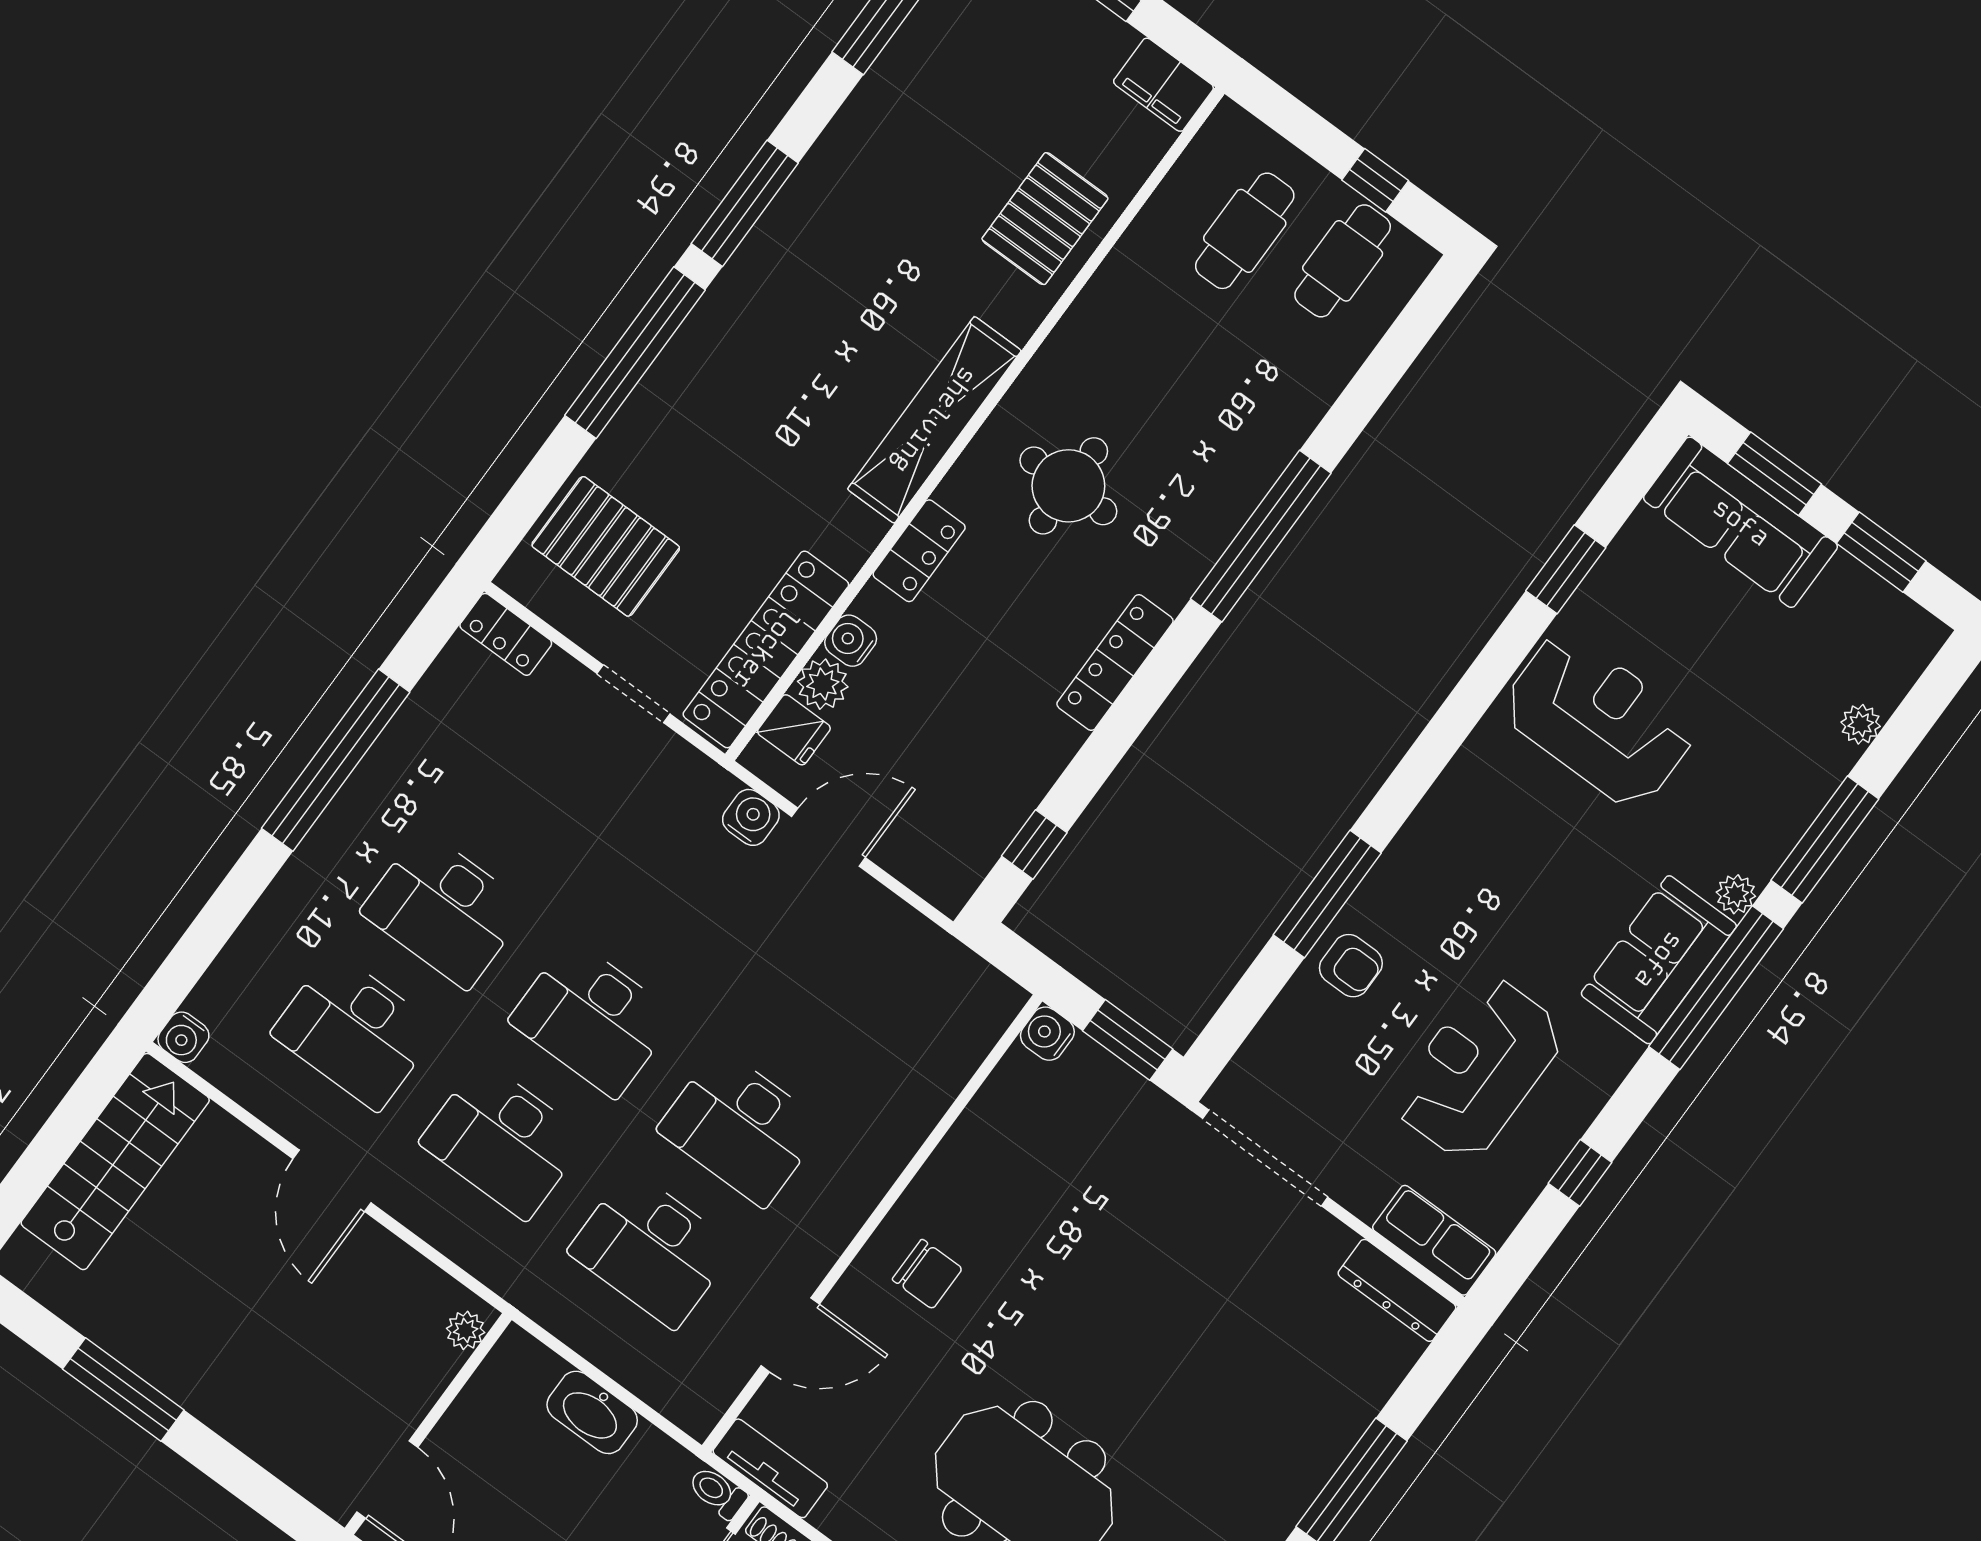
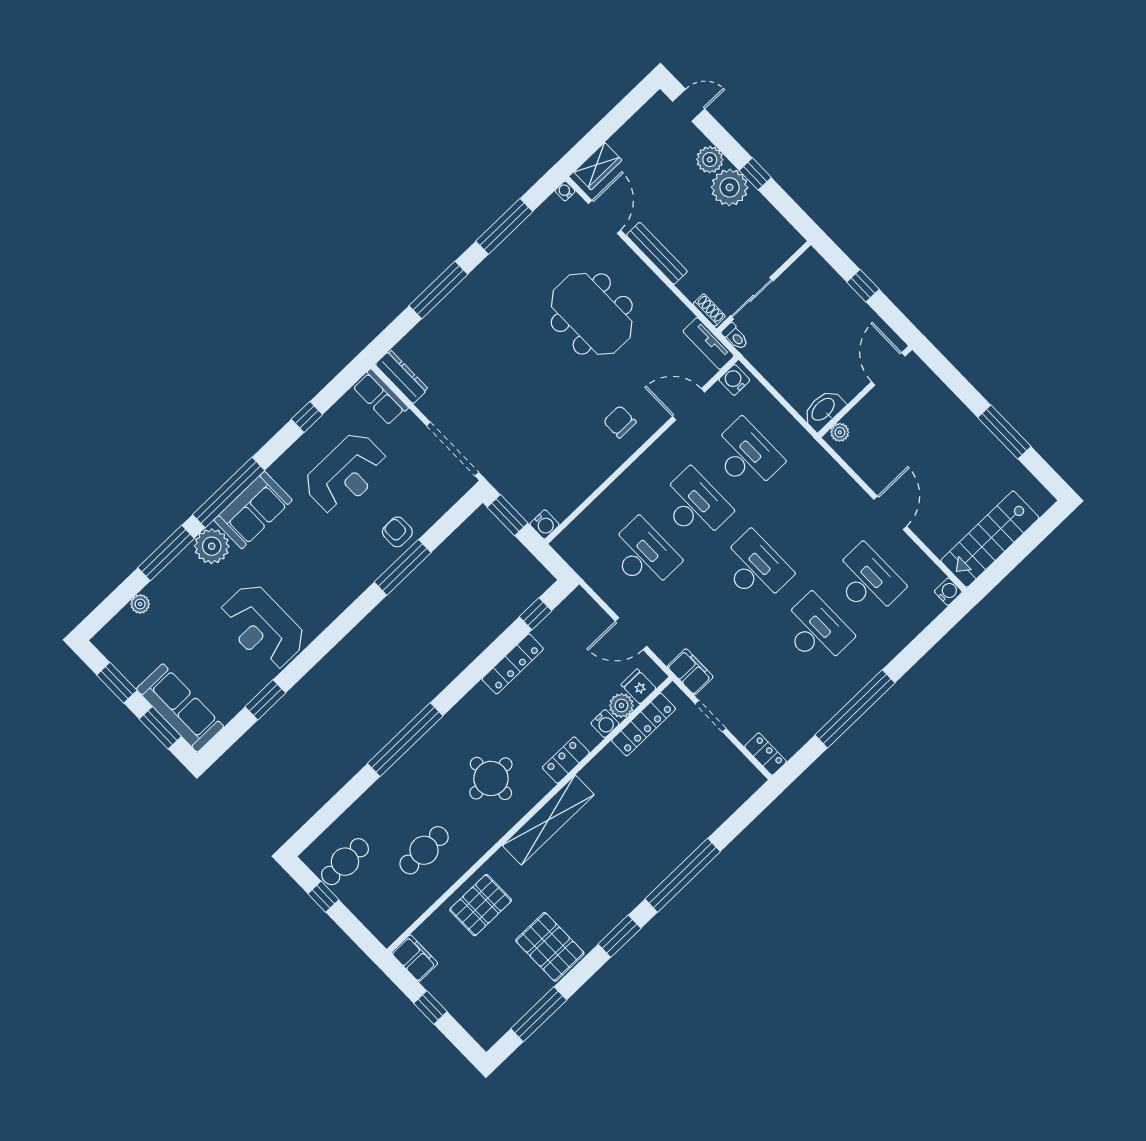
window: (745, 203) -> (620, 936), width x0.69
cafe table: (1245, 231) -> (424, 850), moved
pallet: (606, 546) -> (550, 947), moved
locker: (766, 649) -> (644, 725), width x0.71, depth x0.83
locker: (1115, 662) -> (513, 664), moved
filing cabinet: (692, 779) -> (690, 672), added
water cooler: (751, 817) -> (734, 380), moved, turned 90
plant: (1736, 894) -> (212, 546), width x1.88, depth x1.88
desk: (504, 1140) -> (643, 555), moved
washbasin: (592, 1412) -> (824, 410), moved, turned -90

